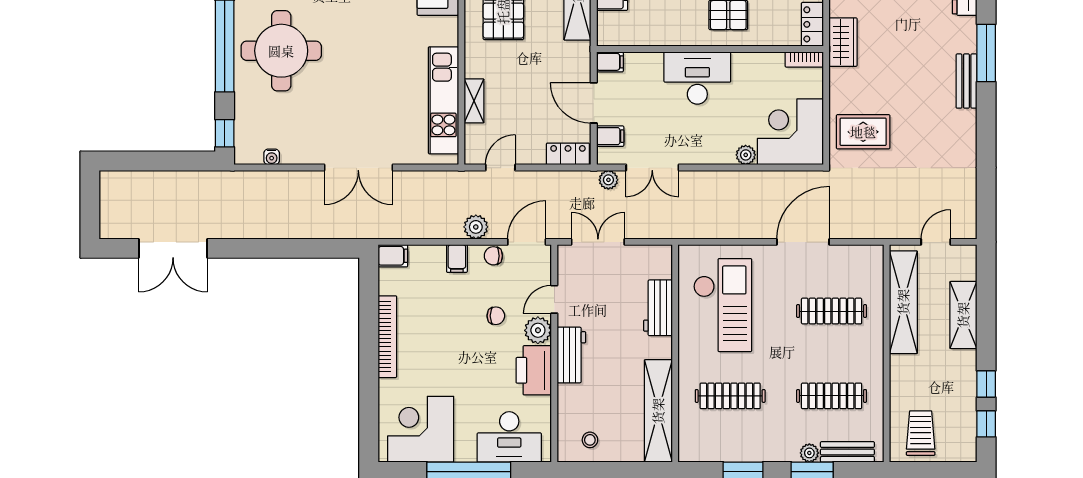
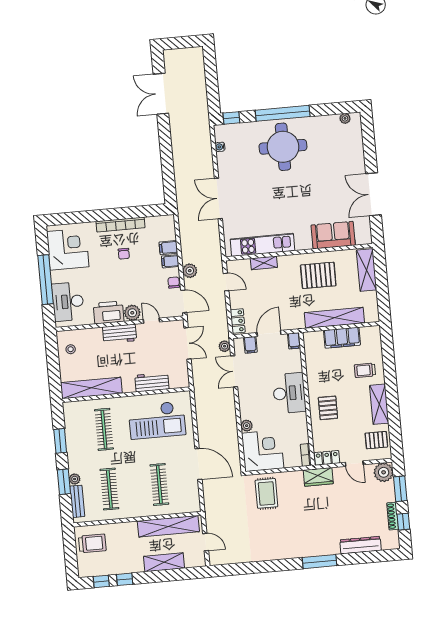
bench: (966, 81) -> (302, 552), removed
filing cabinet: (393, 256) -> (168, 248), moved, turned 90
chair: (496, 316) -> (124, 254), moved

